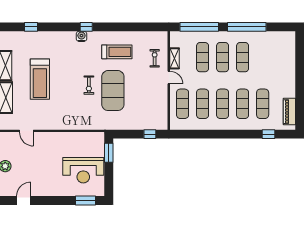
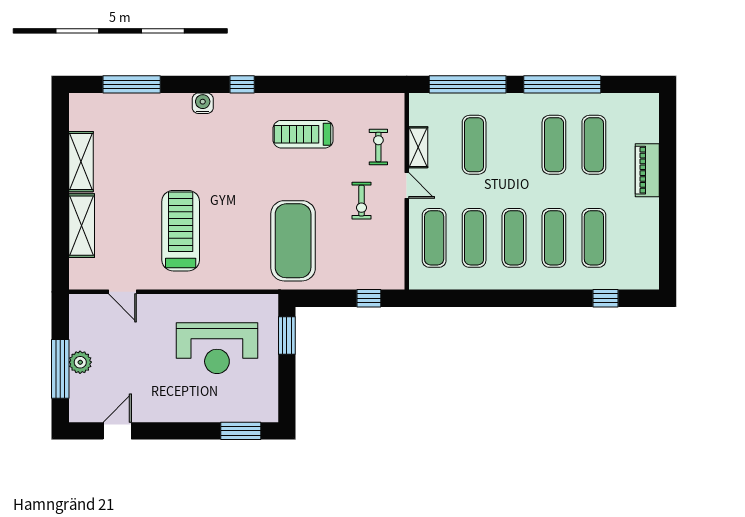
window: (31, 27) -> (132, 84), width x2.17
water cooler: (81, 36) -> (203, 103), moved
treadmill: (117, 52) -> (303, 134), turned 180
exercise mat: (223, 57) -> (594, 145), moved
treadmill: (40, 79) -> (181, 231), moved, turned 180
exercise bike: (89, 85) -> (361, 201), moved
exercise mat: (113, 91) -> (293, 241), moved
piano: (289, 112) -> (647, 170), moved
reception desk: (83, 170) -> (217, 348), moved

